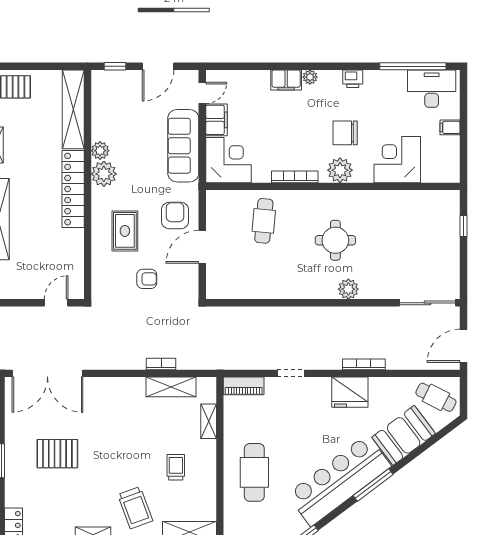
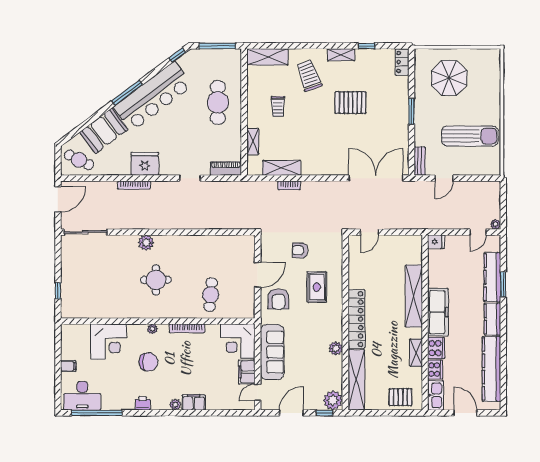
plant: (340, 170) -> (152, 329), width x0.53, depth x0.53
plant: (104, 174) -> (333, 400), moved
pallet: (57, 454) -> (350, 103), moved

